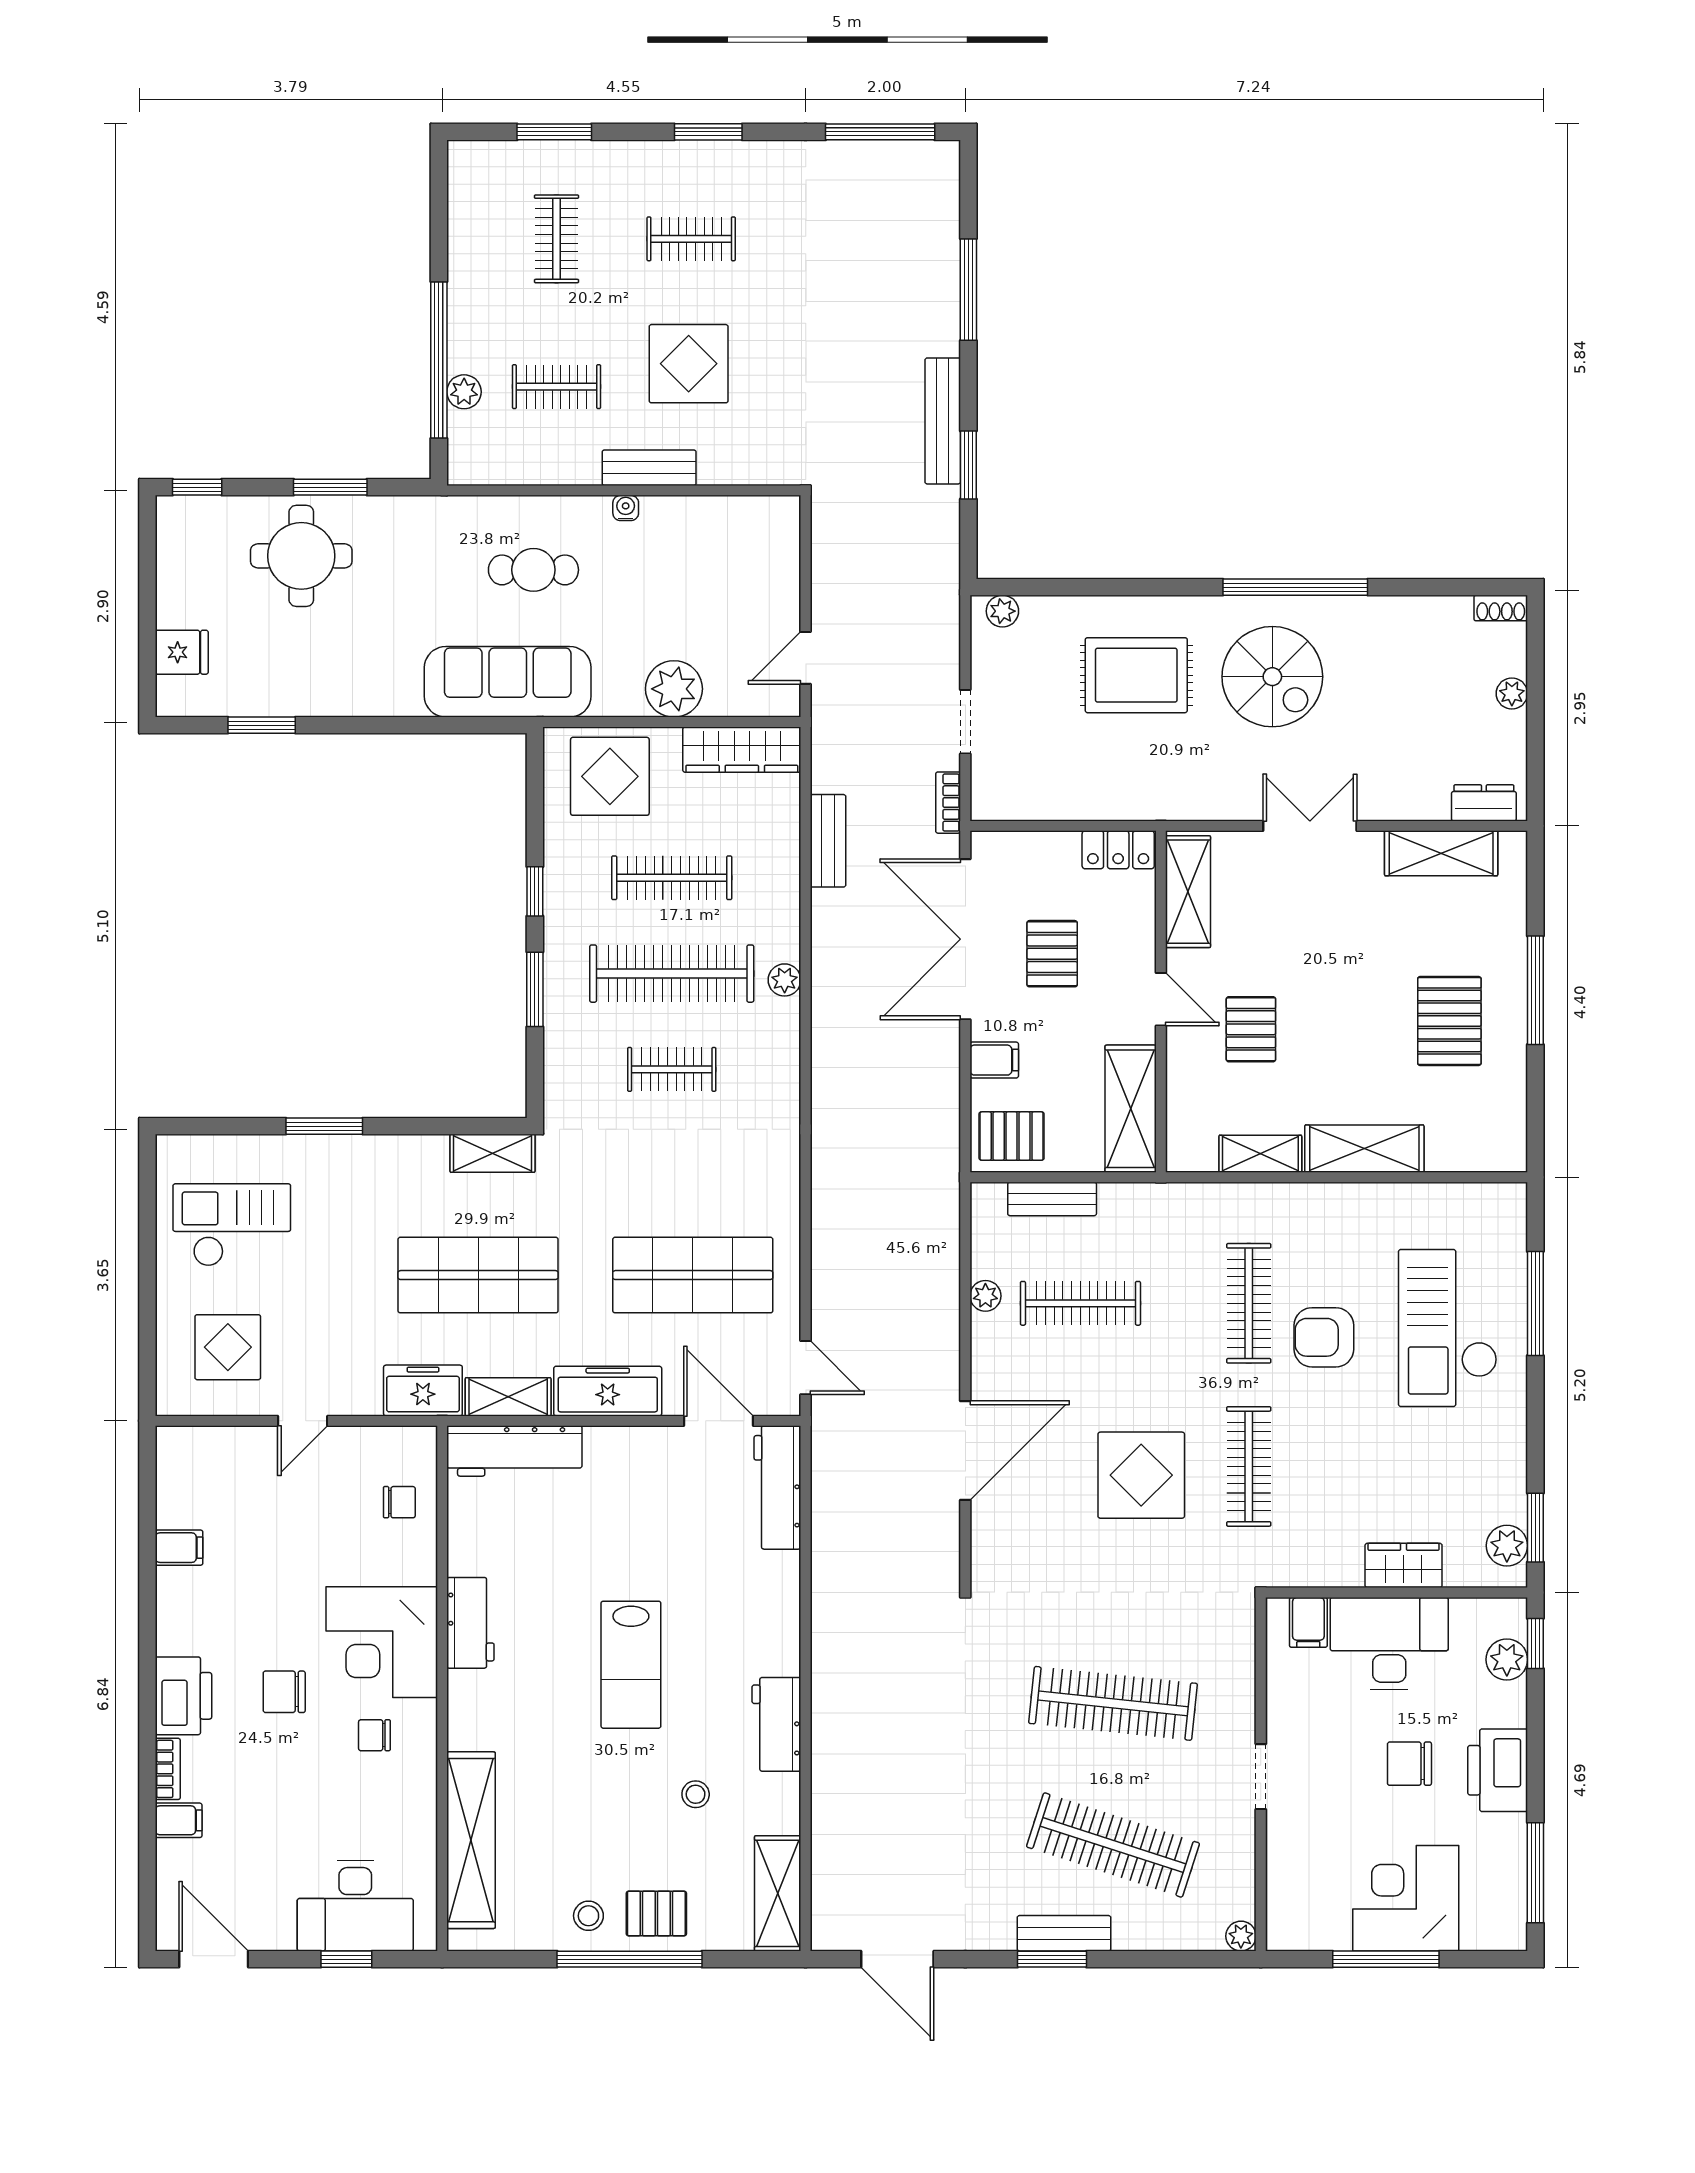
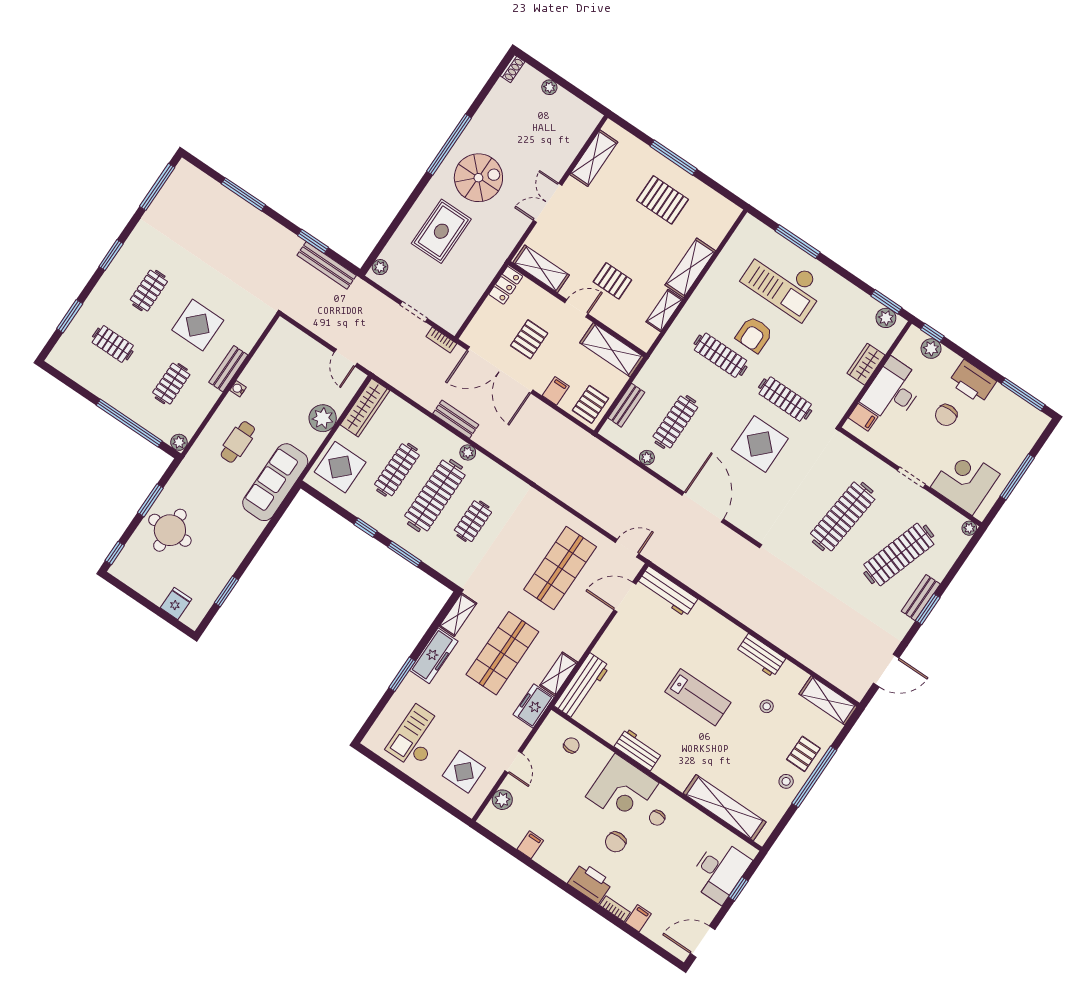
plant: (464, 392) -> (179, 442), moved
bench: (943, 421) -> (327, 265), moved
dresser: (1484, 803) -> (585, 128), removed
bench: (828, 841) -> (456, 419), moved
pallet: (1052, 954) -> (529, 339), turned 90
freezer: (608, 1391) -> (434, 656), moved, turned 180
plant: (224, 1446) -> (502, 800), added
corner desk: (1406, 1898) -> (965, 481), moved, turned 90

